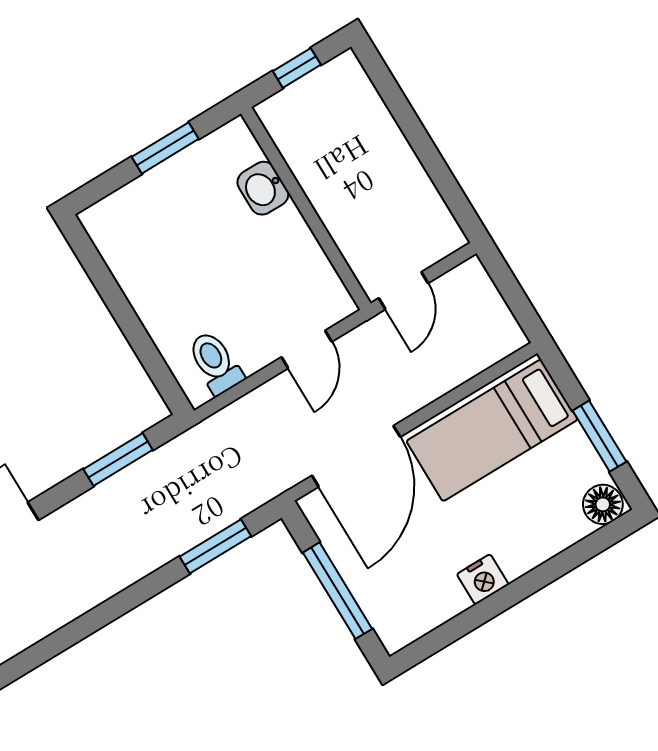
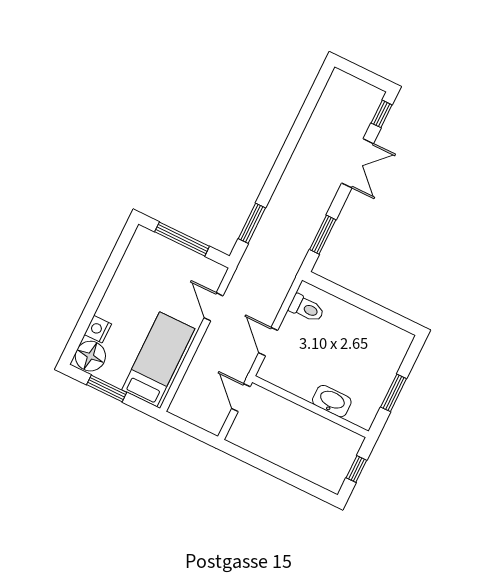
washbasin: (263, 188) -> (332, 401), width x1.38
door: (356, 456) -> (213, 307), width x0.53
floor lamp: (603, 504) -> (90, 356), width x1.38, depth x1.38
nightstand: (483, 579) -> (98, 329), moved

